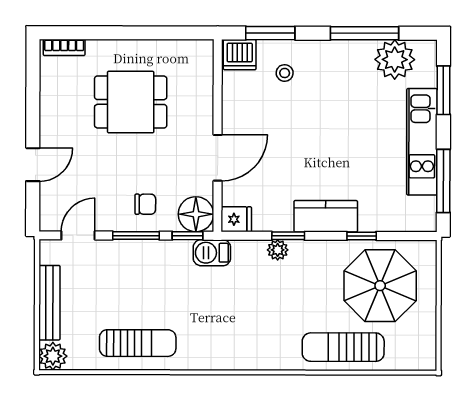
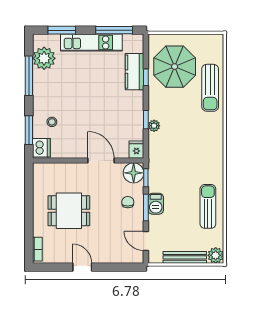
dining table: (131, 102) -> (69, 211), turned 90
door: (33, 165) -> (82, 267), moved
kitchen counter: (326, 216) -> (135, 72), moved
barbecue: (212, 253) -> (156, 204), moved

